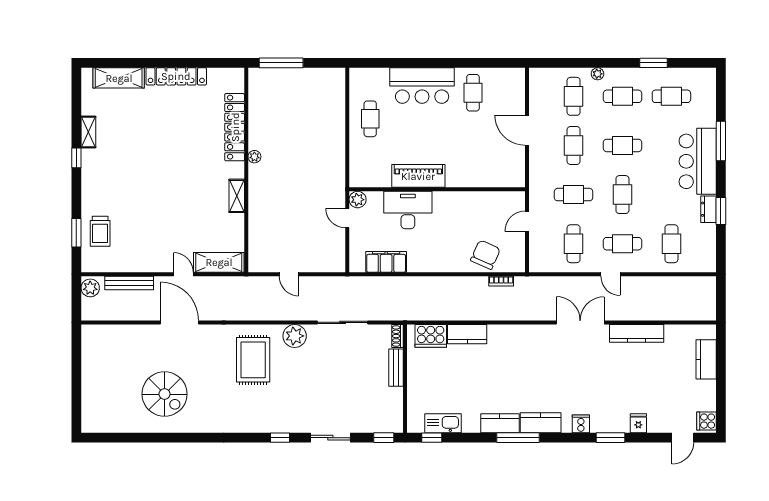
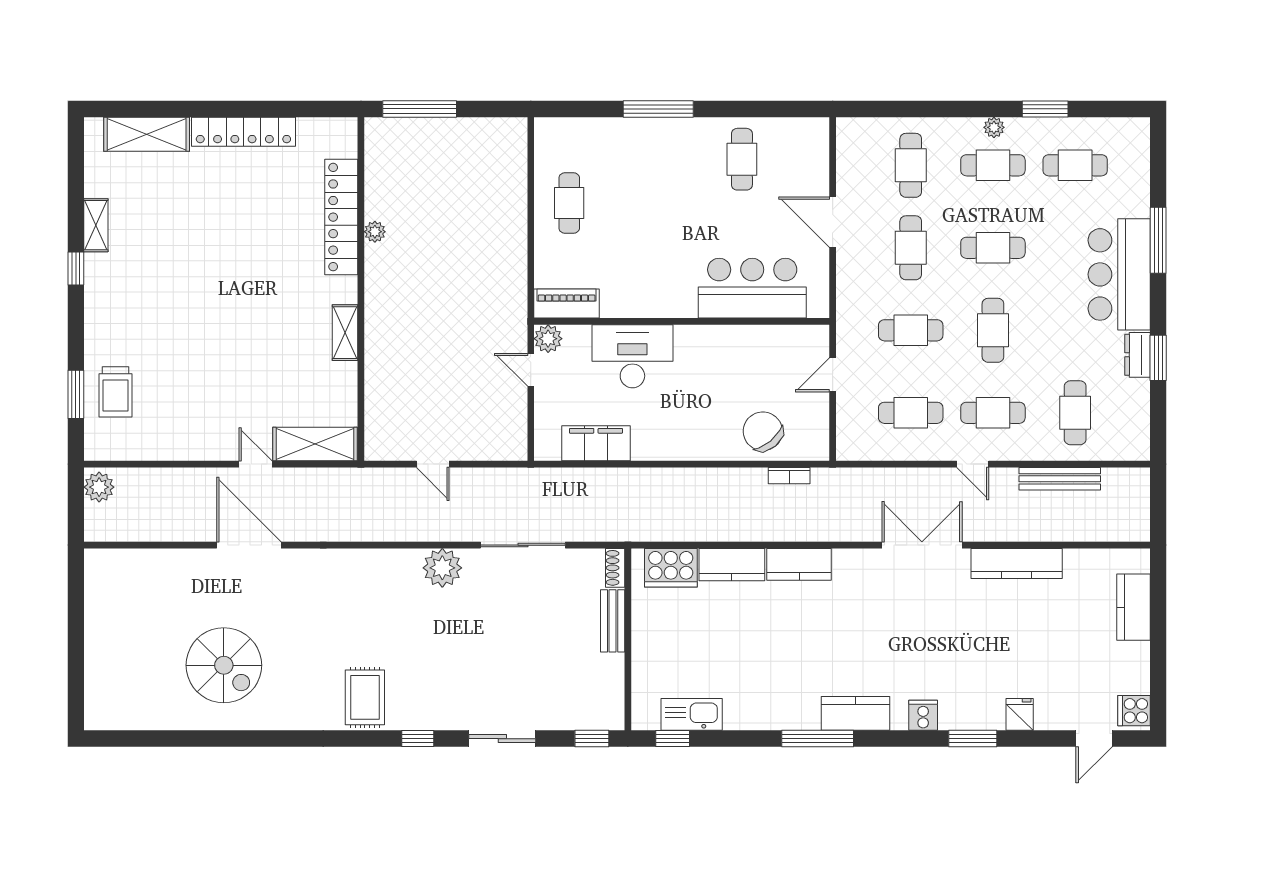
window: (423, 63) -> (658, 109), added
plant: (597, 74) -> (994, 127), moved
bar counter: (422, 85) -> (752, 288), moved, turned 180
plant: (254, 157) -> (375, 232), moved
piano: (418, 176) -> (567, 304), moved, width x0.73, depth x0.75
cafe table: (574, 244) -> (911, 413), turned 90
chair: (485, 255) -> (763, 431), turned -64
bench: (129, 283) -> (1060, 479), moved
rug: (253, 360) -> (365, 697), moved, width x0.73, depth x0.70
kitchen counter: (500, 423) -> (799, 564), moved, turned 180

